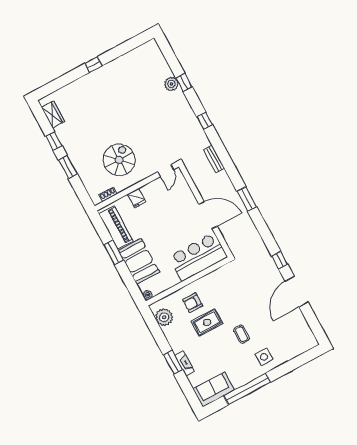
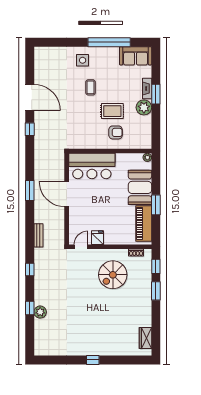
window: (54, 141) -> (156, 266), moved
fridge: (137, 198) -> (97, 238), moved
door: (297, 292) -> (30, 97), hinge flipped
plant: (164, 317) -> (144, 107), moved

